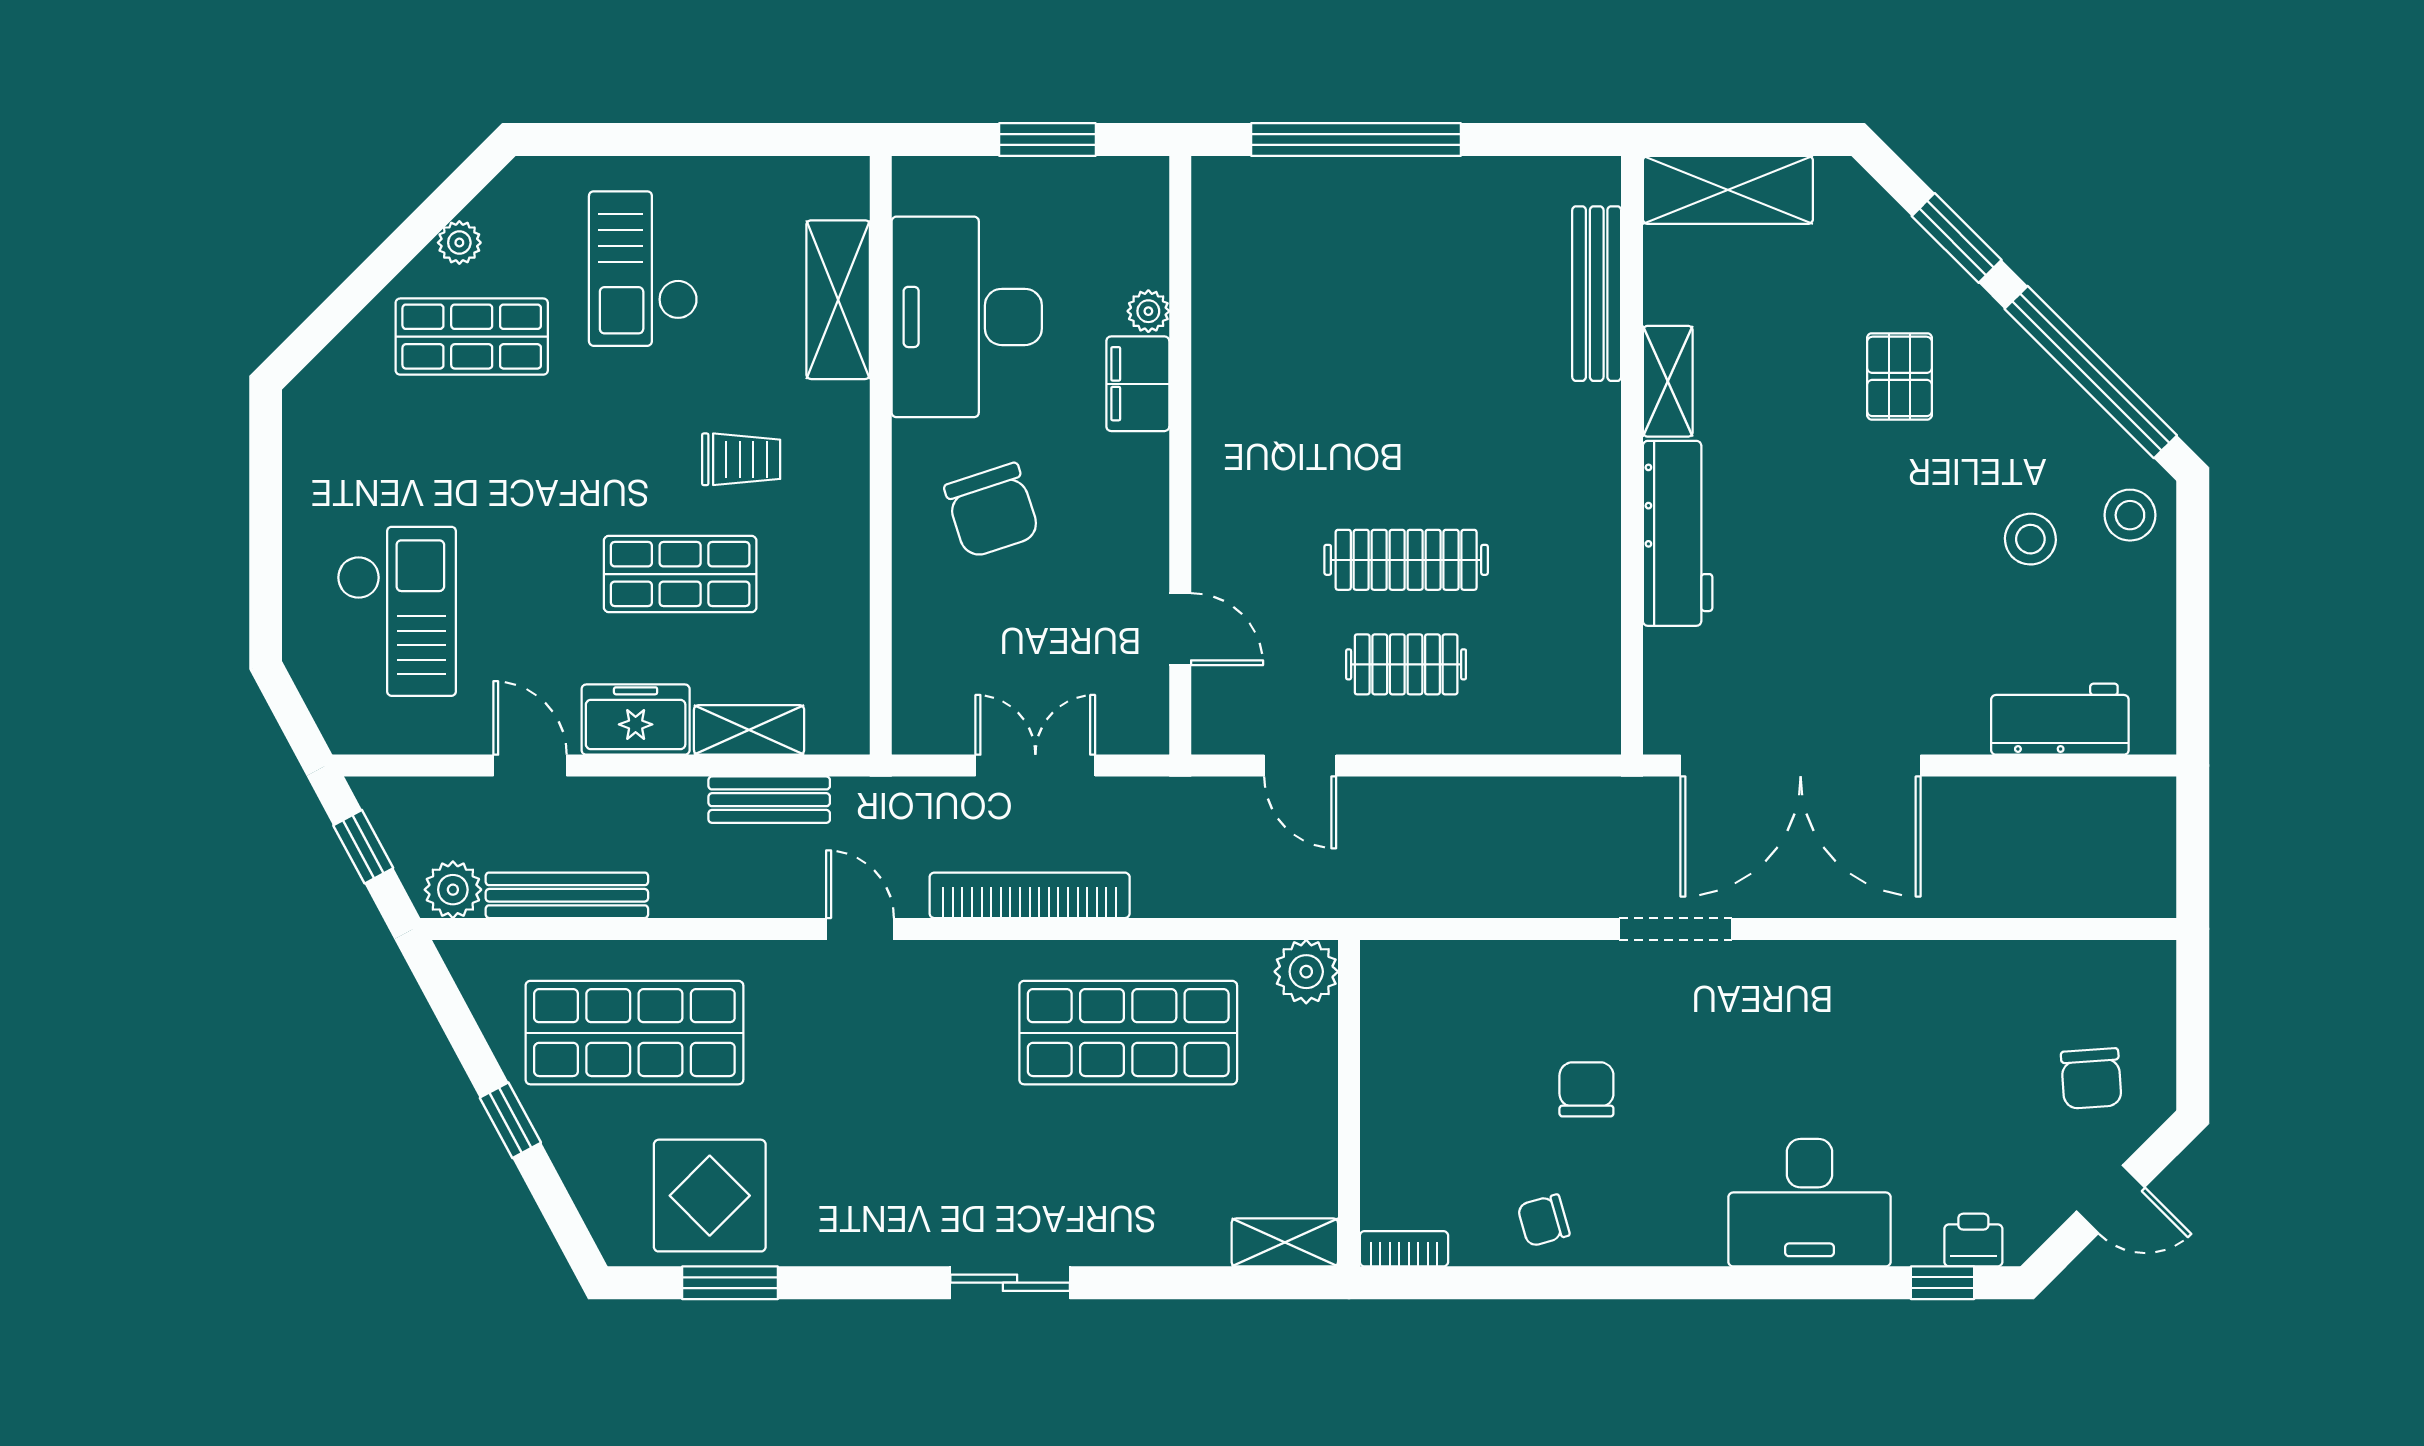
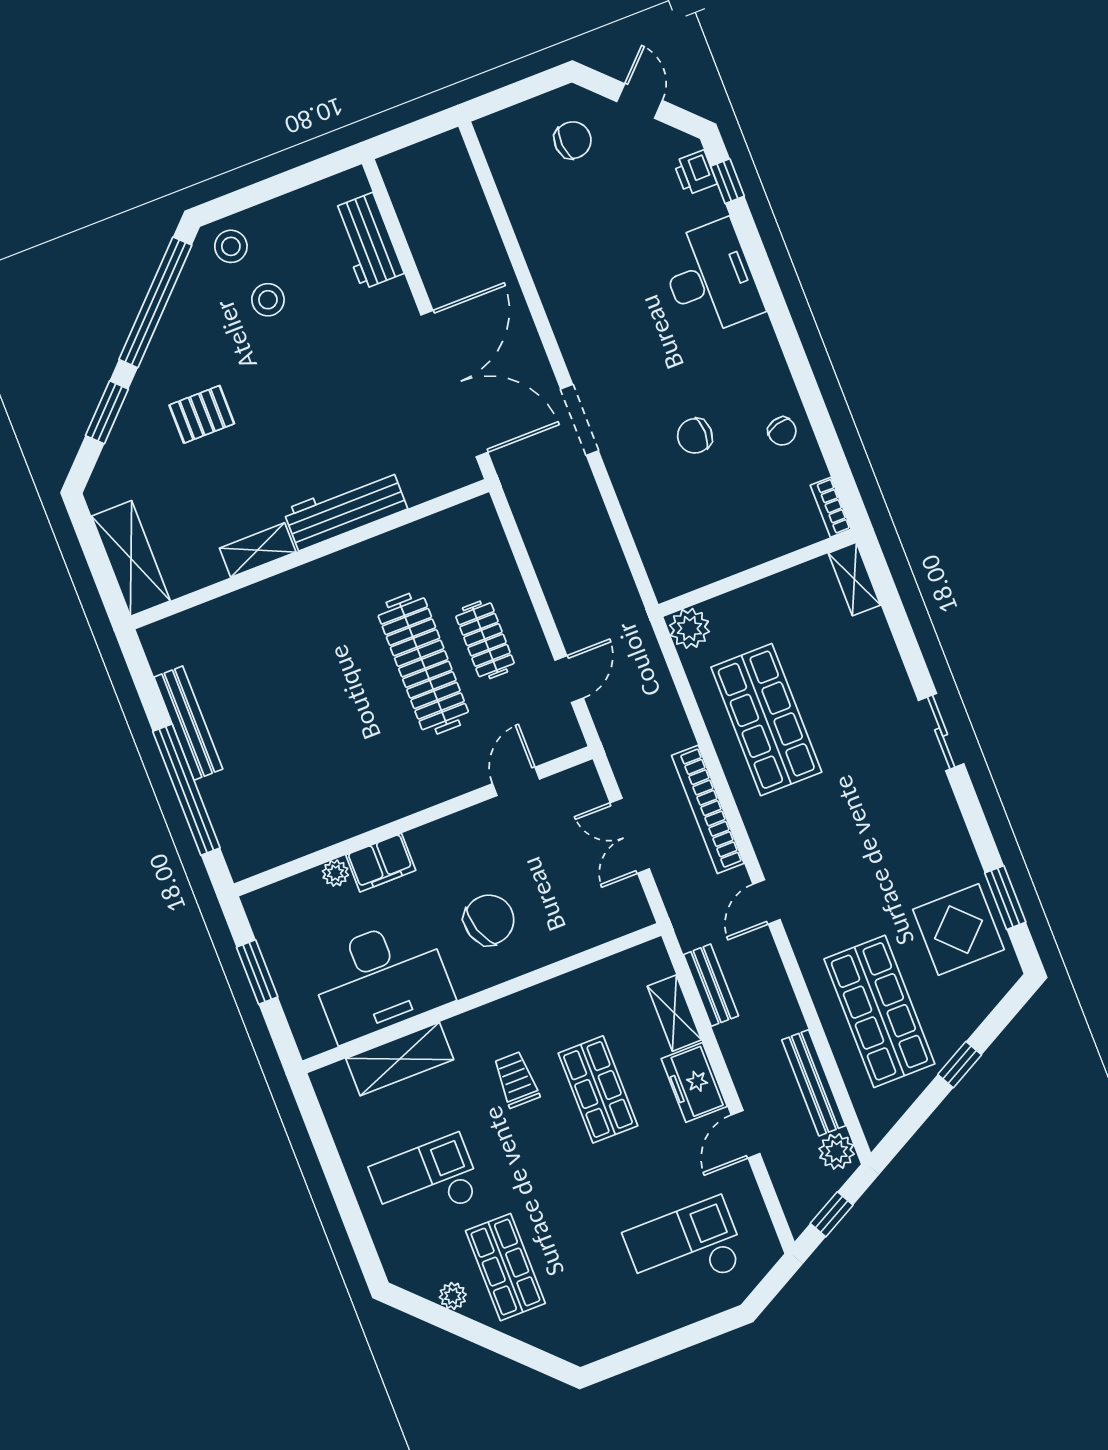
checkout: (643, 269) -> (426, 1181), turned 180
bench: (1597, 294) -> (188, 723), moved, turned 90
clothes rail: (1406, 560) -> (423, 664), width x1.37, depth x1.31

